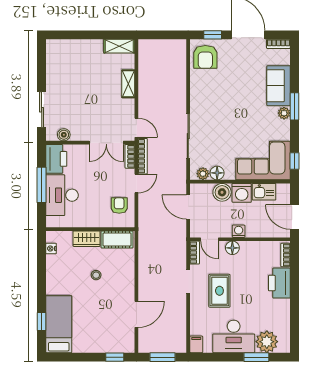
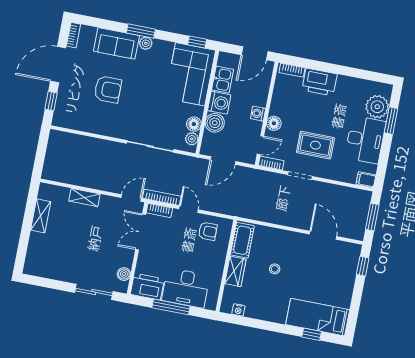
shelving: (119, 46) -> (41, 216), moved
armchair: (205, 57) -> (108, 89), moved
double door: (106, 143) -> (141, 232), swing flipped
armchair: (119, 206) -> (208, 231), turned 180

